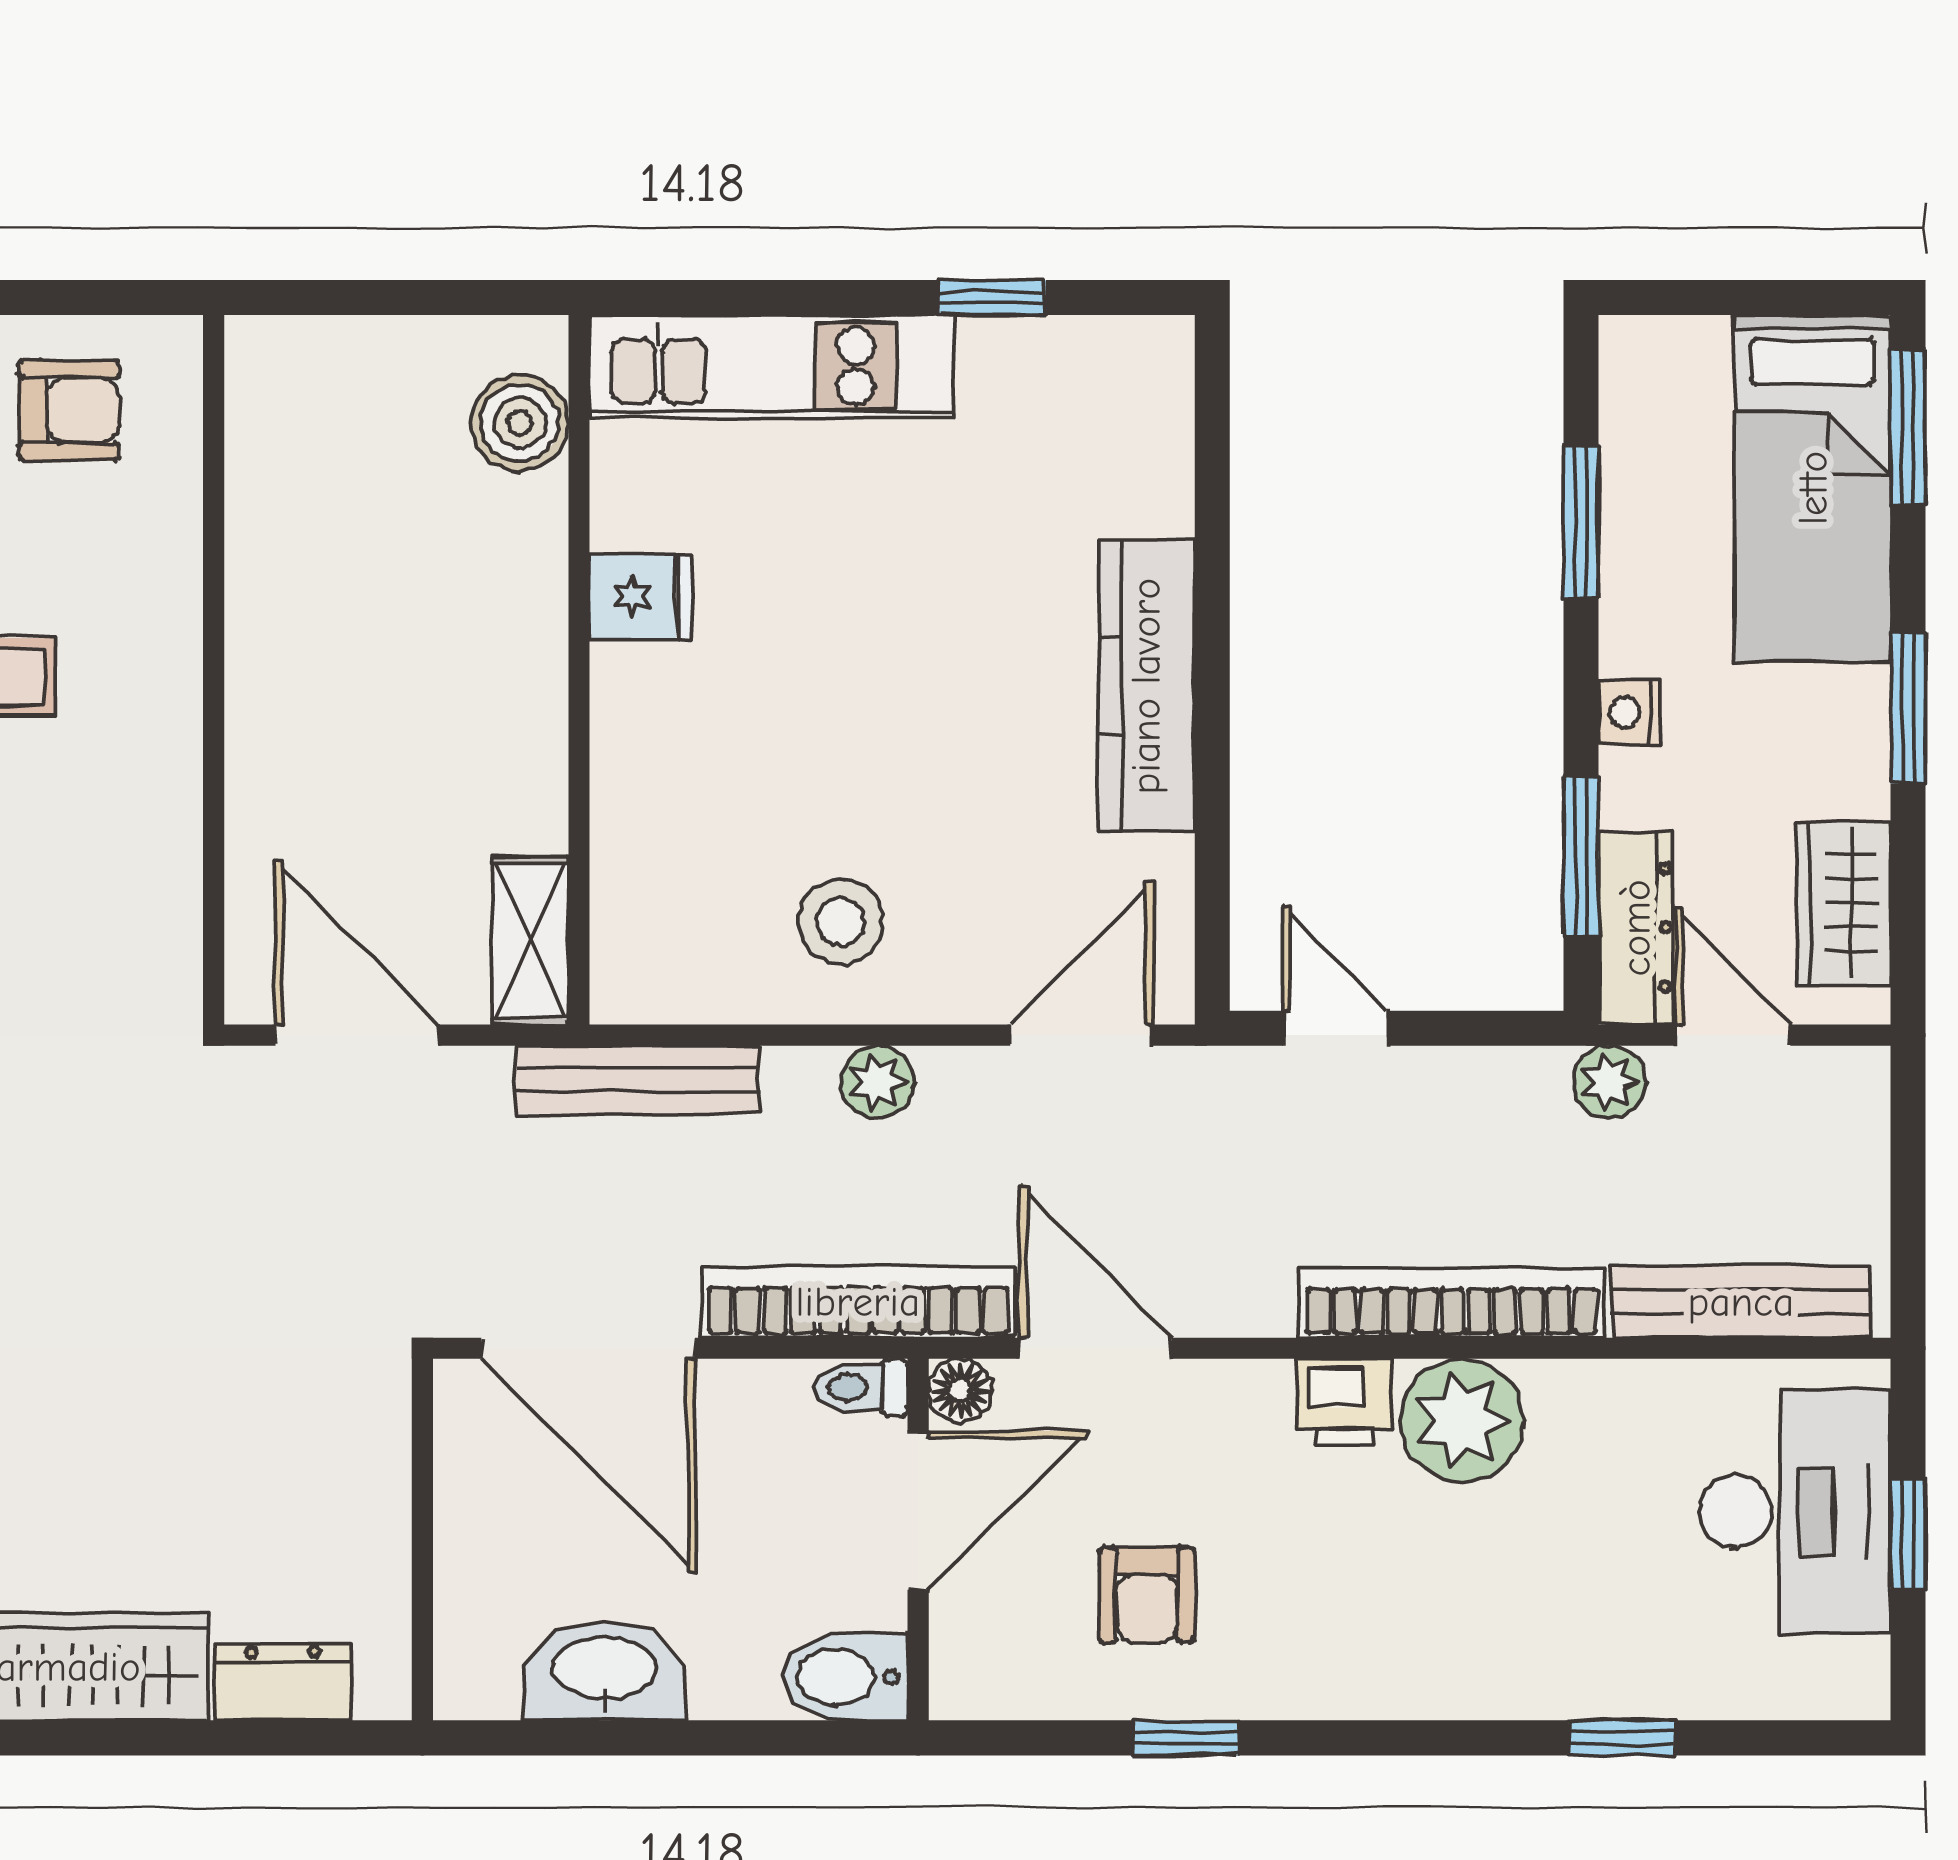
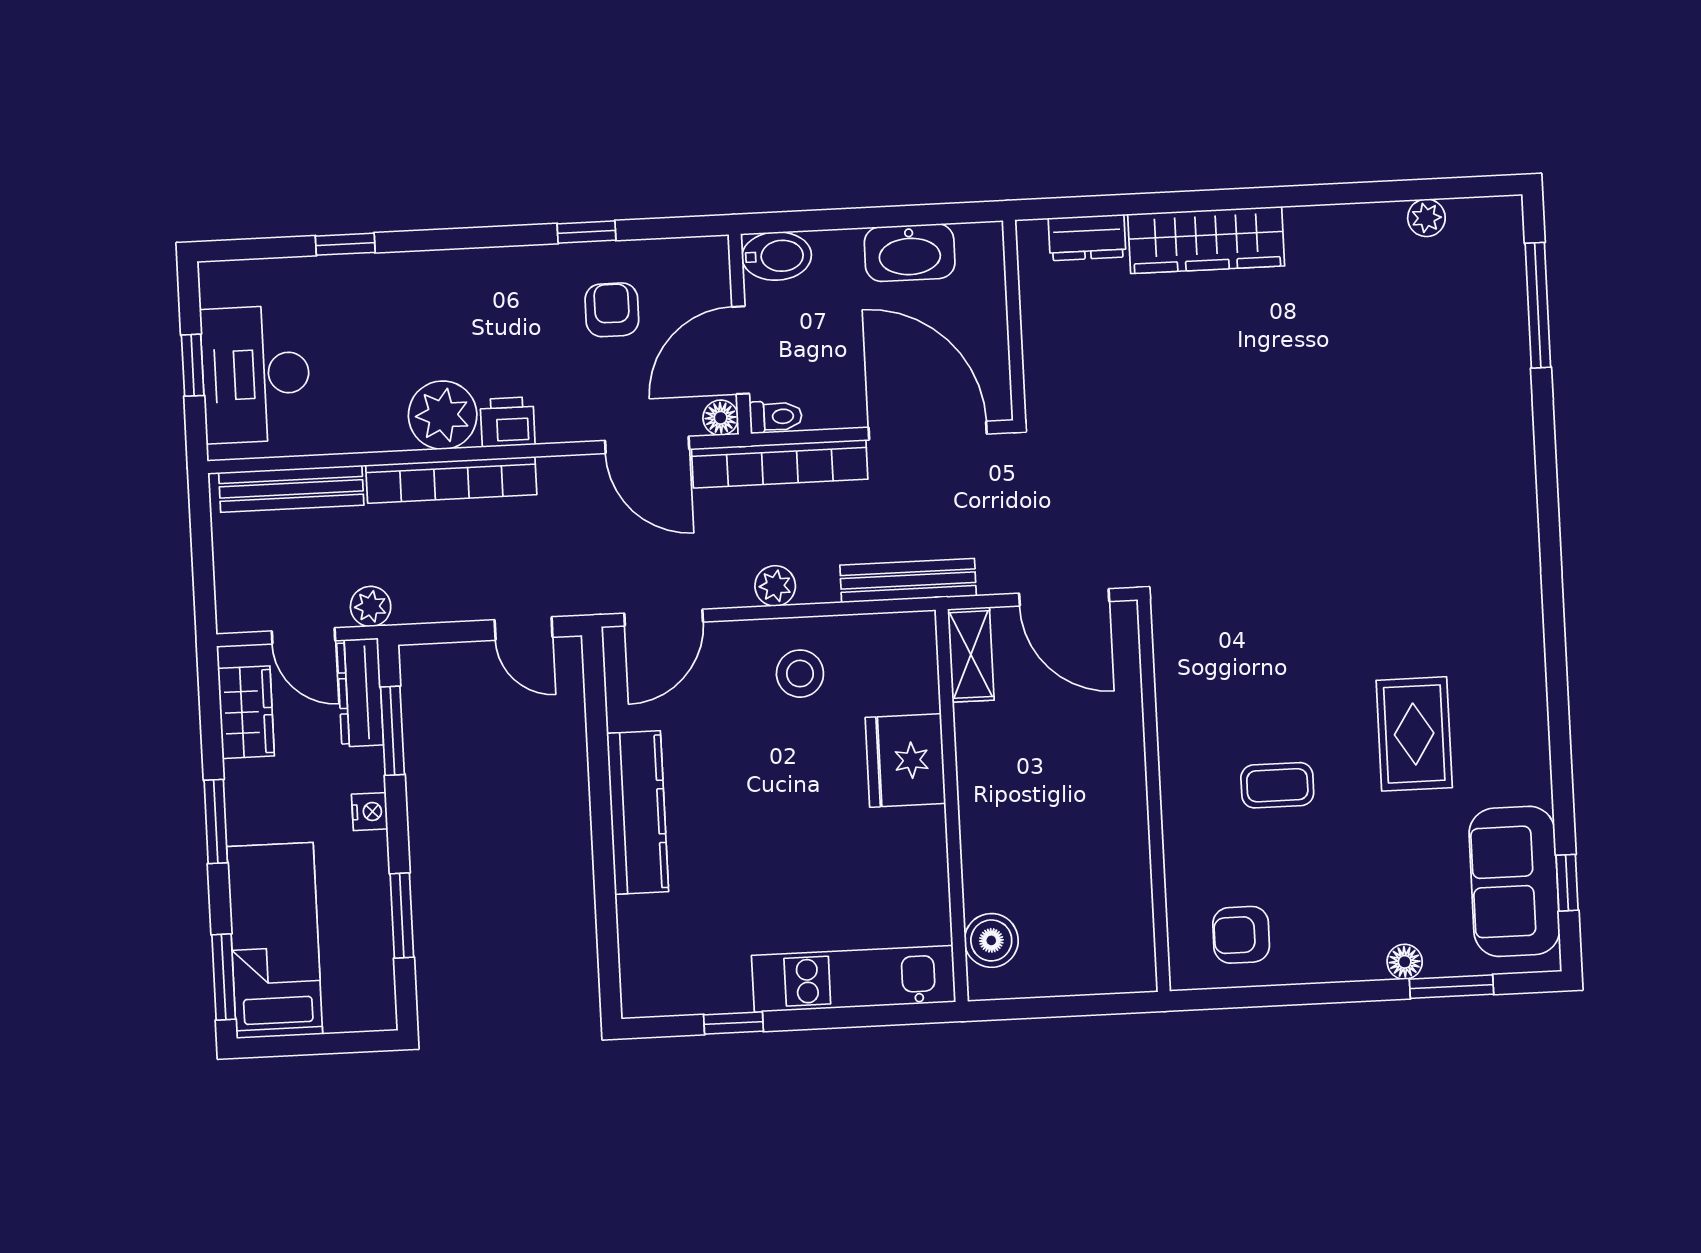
fridge: (641, 597) -> (905, 760), moved, width x1.88, depth x1.34

